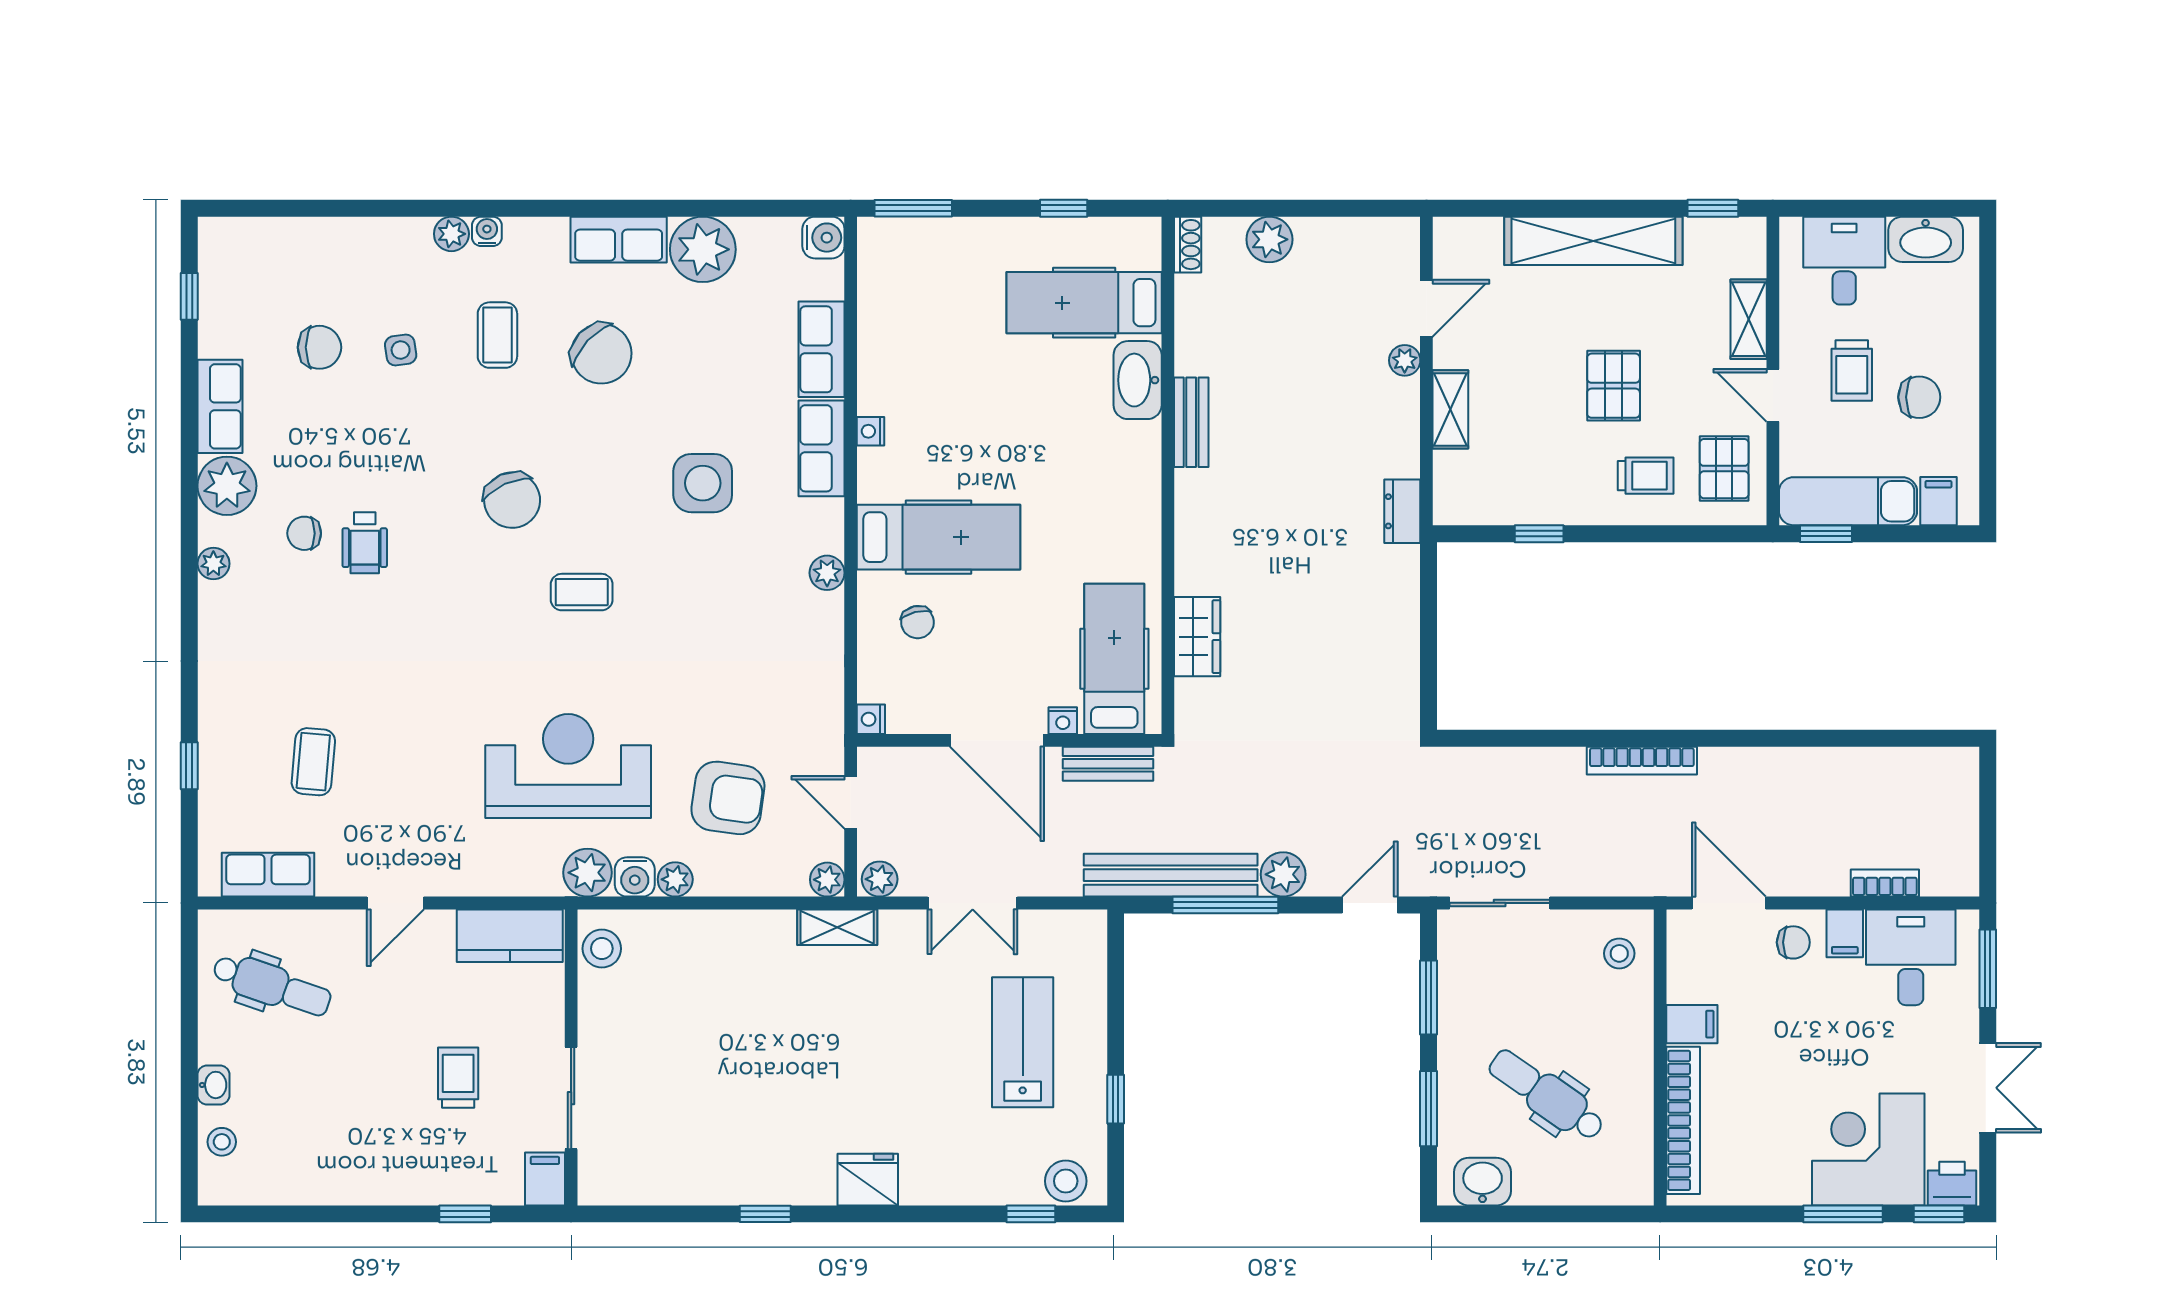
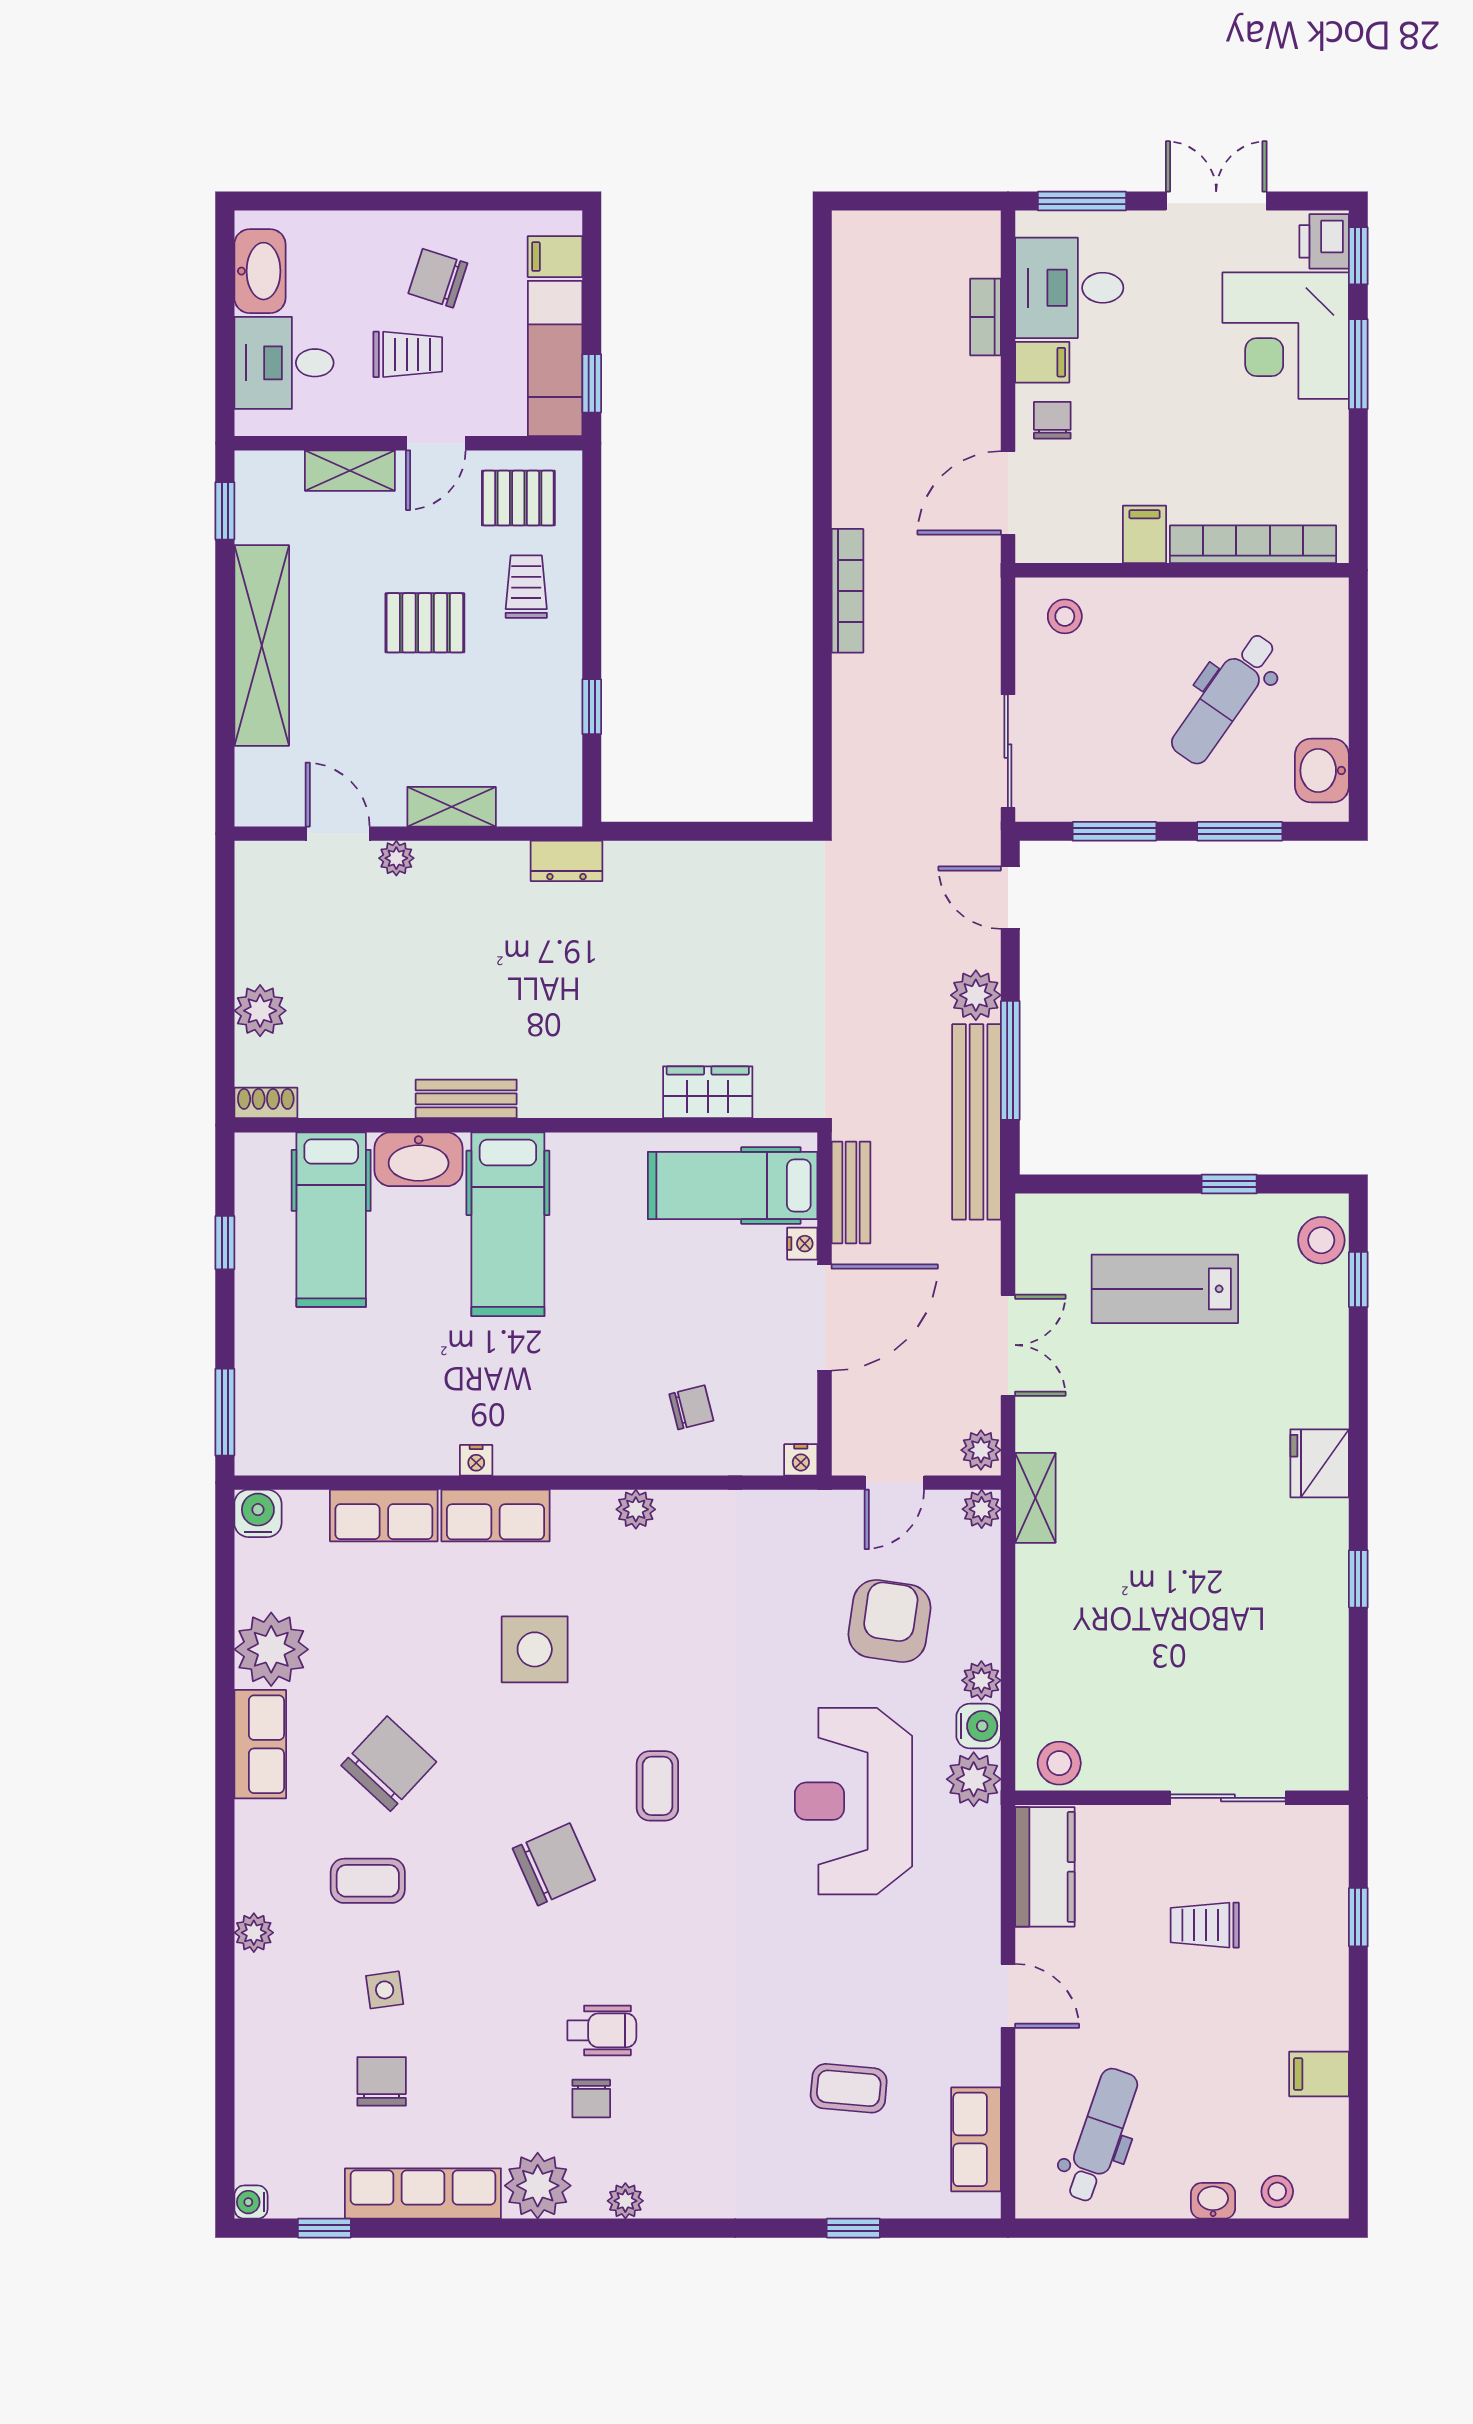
water cooler: (487, 231) -> (251, 2202), moved
chair: (1919, 397) -> (438, 278), turned -72
row of seats: (220, 406) -> (423, 2194), width x1.48
hospital bed: (938, 537) -> (508, 1224), moved, turned 180
filing cabinet: (545, 1179) -> (1319, 2074), moved

